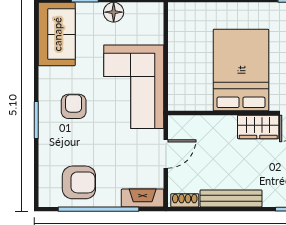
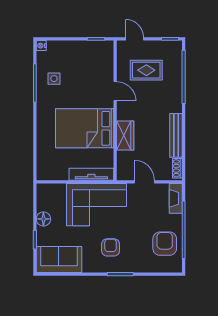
tv unit: (176, 79) -> (91, 174), added
armchair: (74, 106) -> (111, 247), turned 90
wardrobe: (258, 127) -> (125, 135), moved

